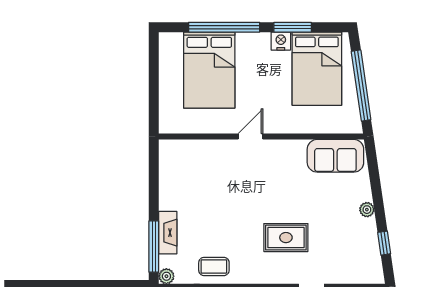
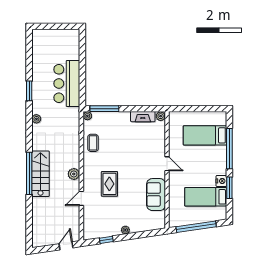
bed: (317, 69) -> (206, 197), width x0.67
bed: (209, 70) -> (205, 135), width x0.67
plant: (167, 148) -> (161, 116), added
sofa: (335, 156) -> (156, 195), moved
fireplace: (168, 233) -> (143, 117), moved

